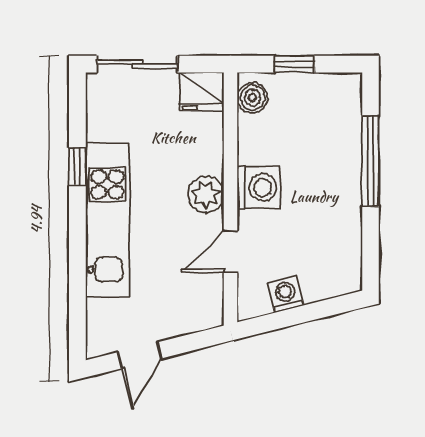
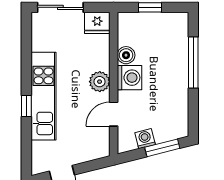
boiler: (252, 98) -> (126, 55), moved
window: (77, 166) -> (26, 106), moved
window: (316, 311) -> (162, 148), added

